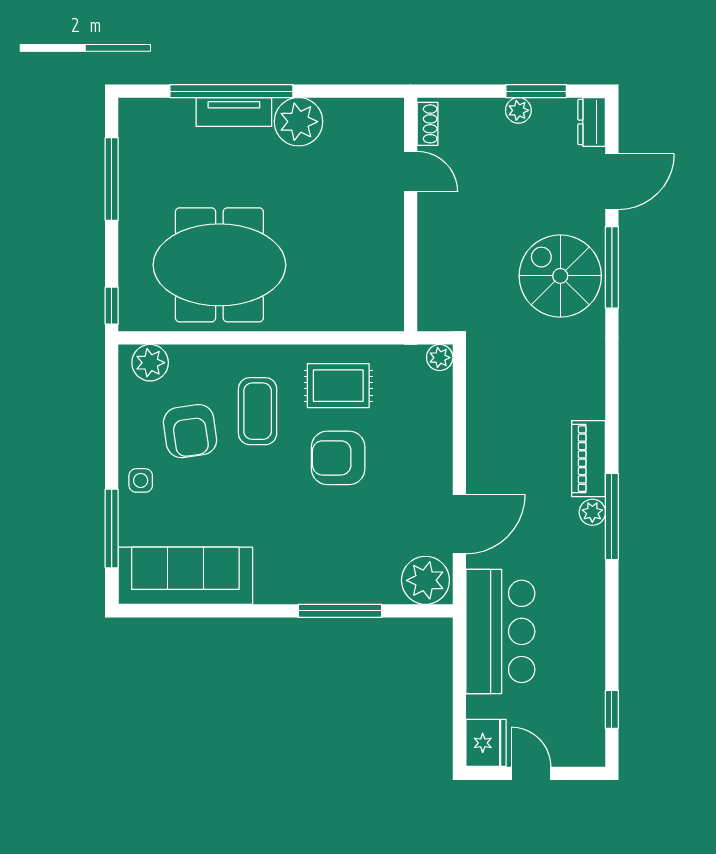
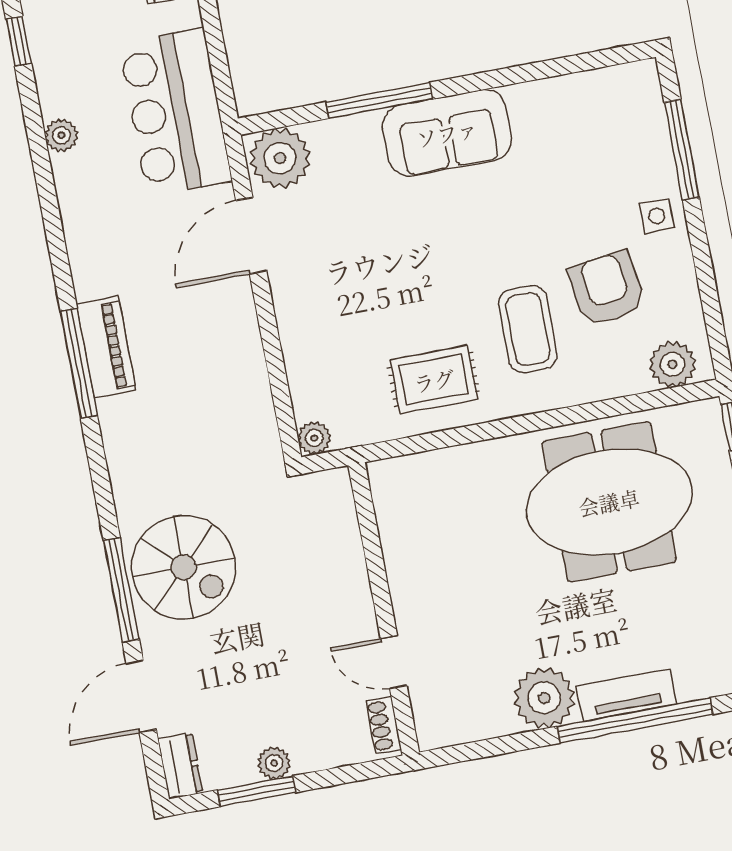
armchair: (338, 458) -> (417, 290), removed
plant: (592, 512) -> (61, 135), moved
window: (612, 517) -> (79, 363), moved
sofa: (185, 576) -> (447, 133), moved, width x0.73

